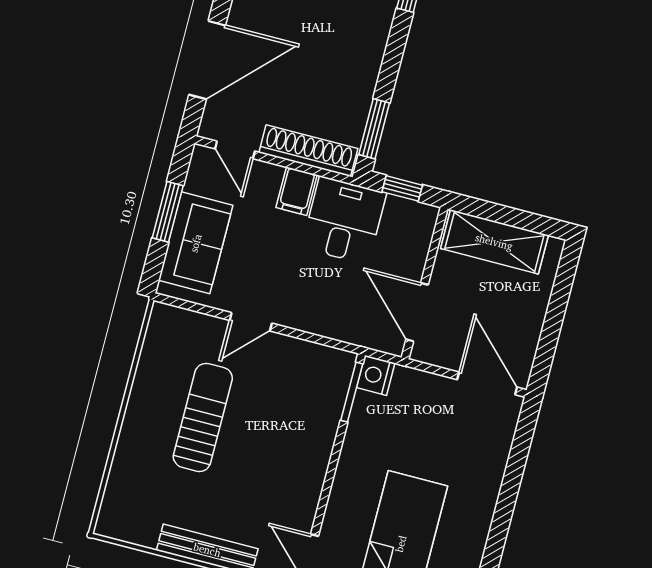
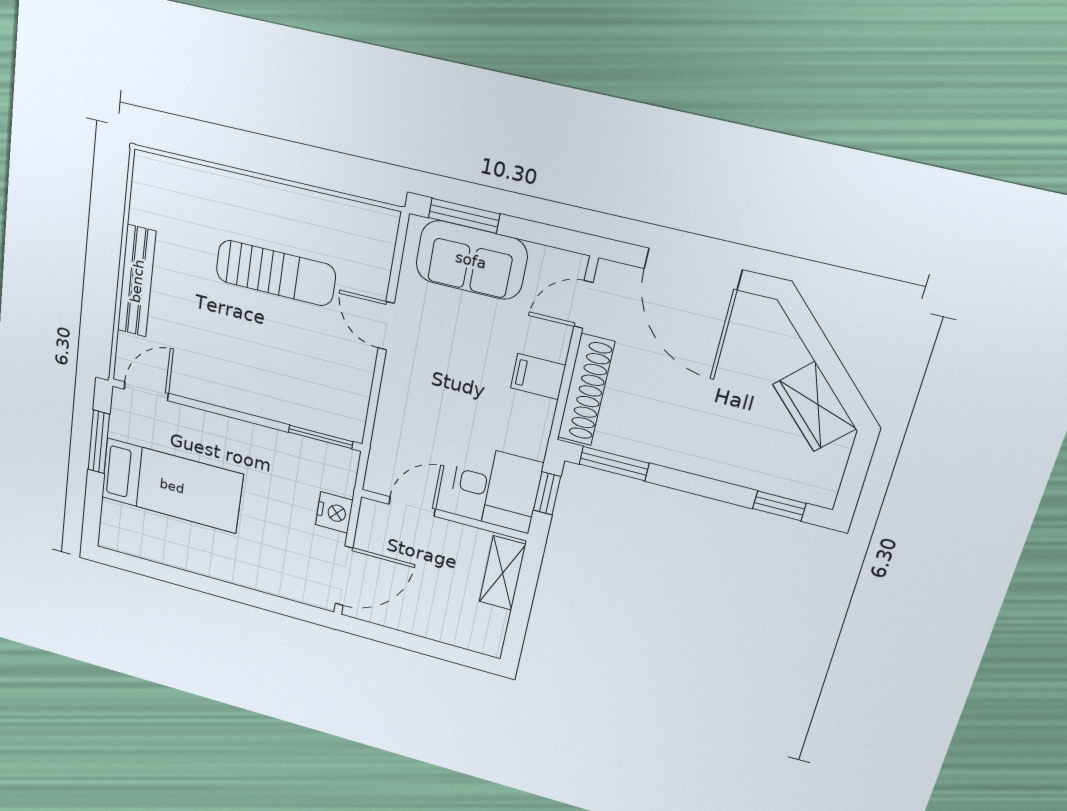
window: (168, 212) -> (464, 216), moved
desk: (344, 220) -> (495, 488), moved
shelving: (494, 242) -> (502, 573), width x0.67, depth x0.75
door: (417, 312) -> (412, 507), width x0.73
nightstand: (376, 375) -> (334, 512), moved, turned 90

